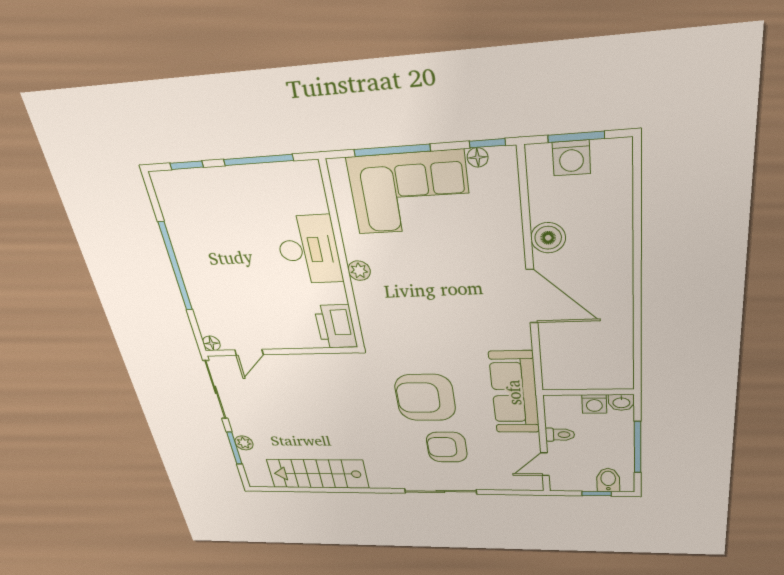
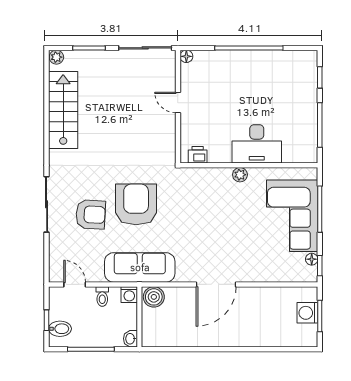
boiler: (548, 238) -> (154, 297), moved
printer: (336, 326) -> (198, 155), width x0.53, depth x0.68
door: (249, 352) -> (178, 102), moved
washing machine: (594, 404) -> (129, 295), moved, turned -90
plant: (244, 443) -> (56, 57), moved
armchair: (447, 447) -> (91, 214), turned 93

